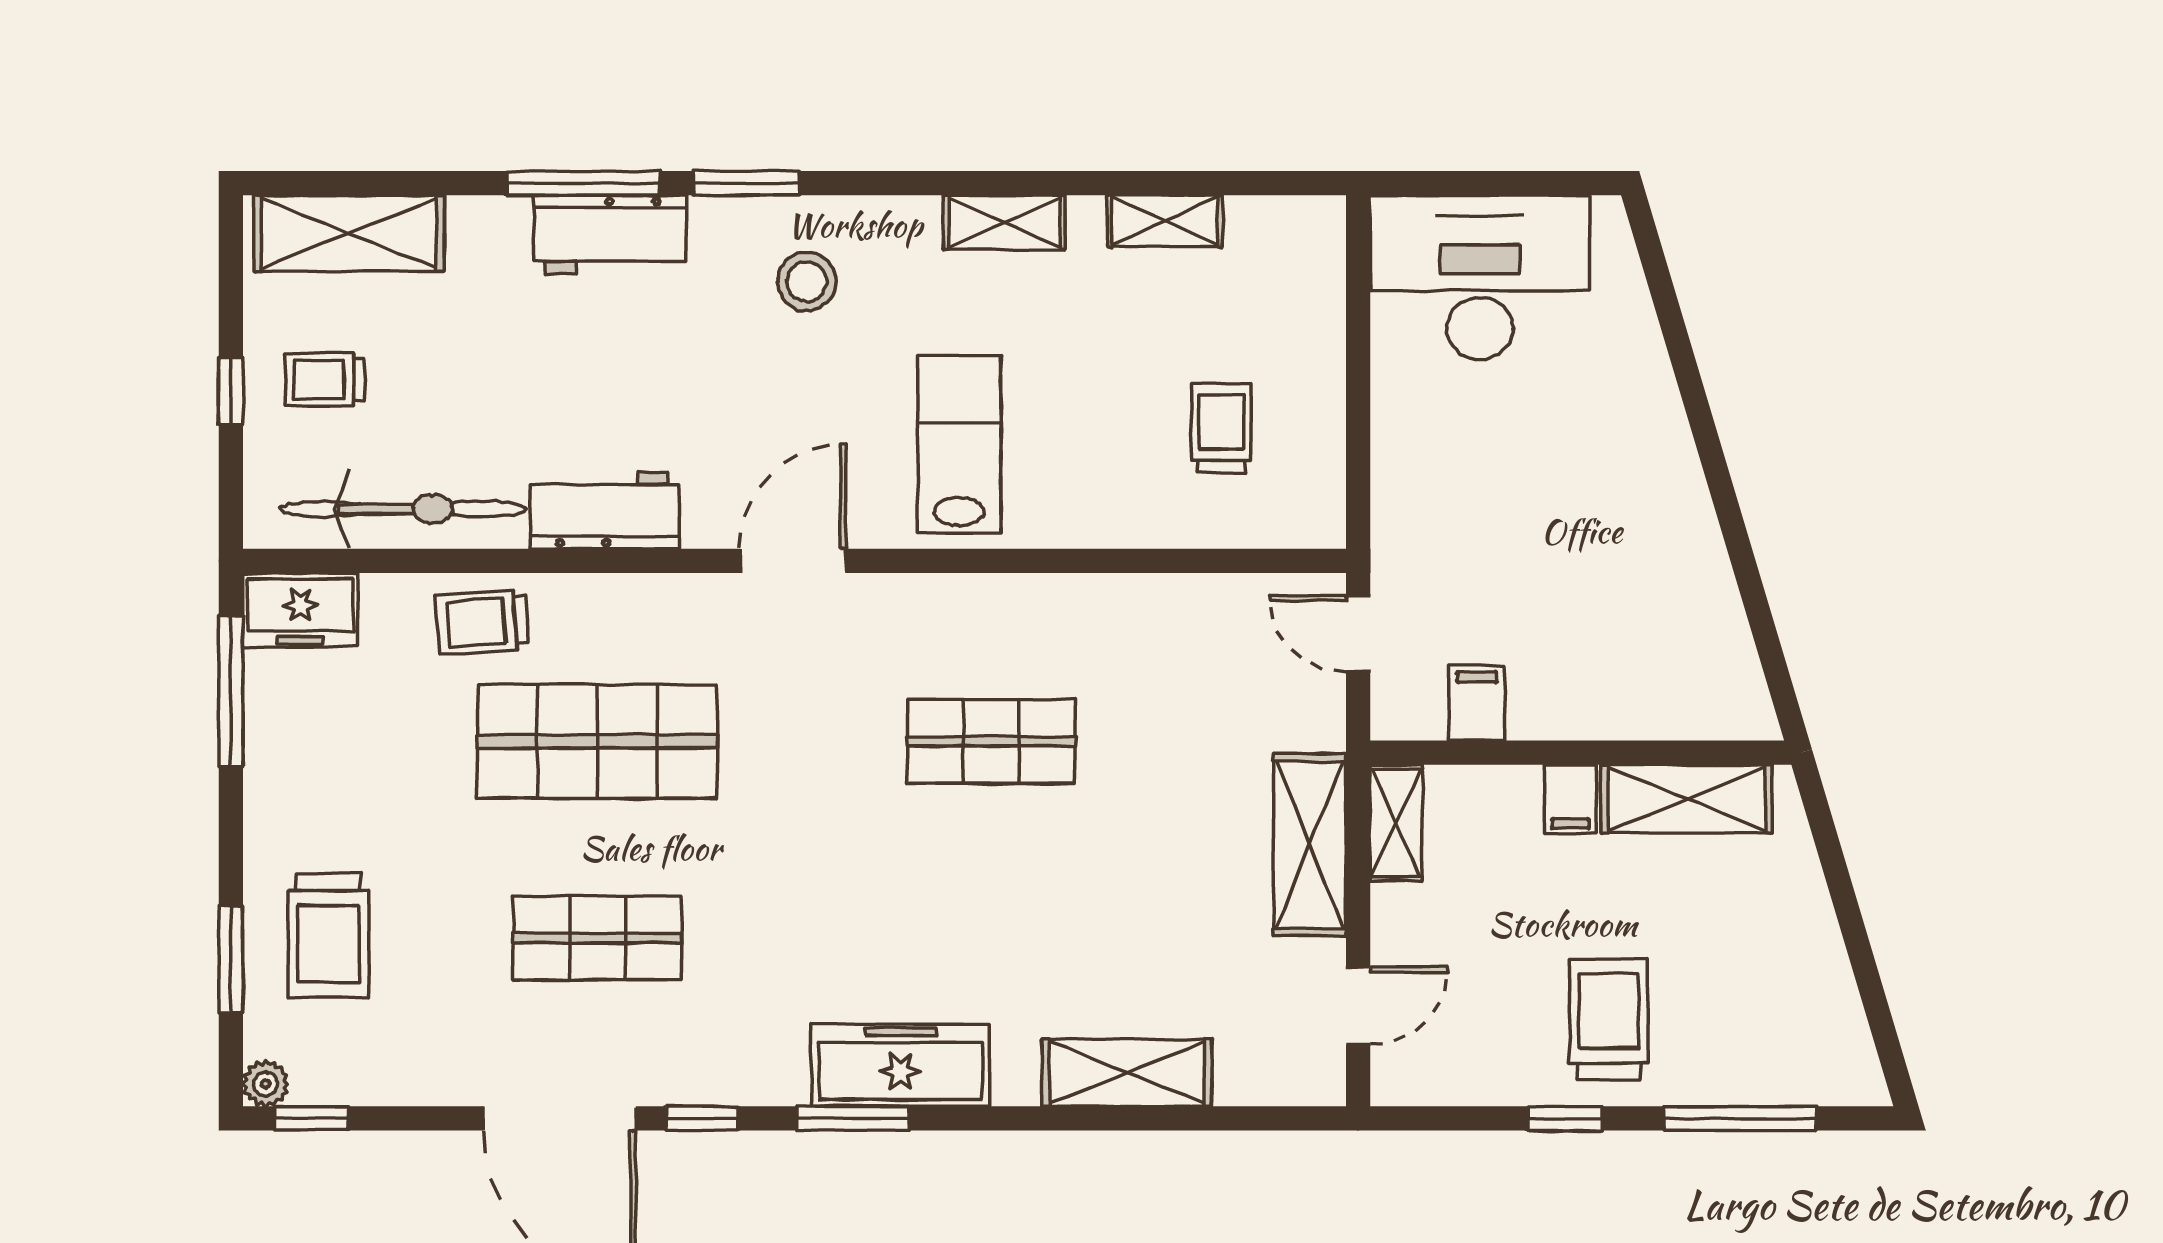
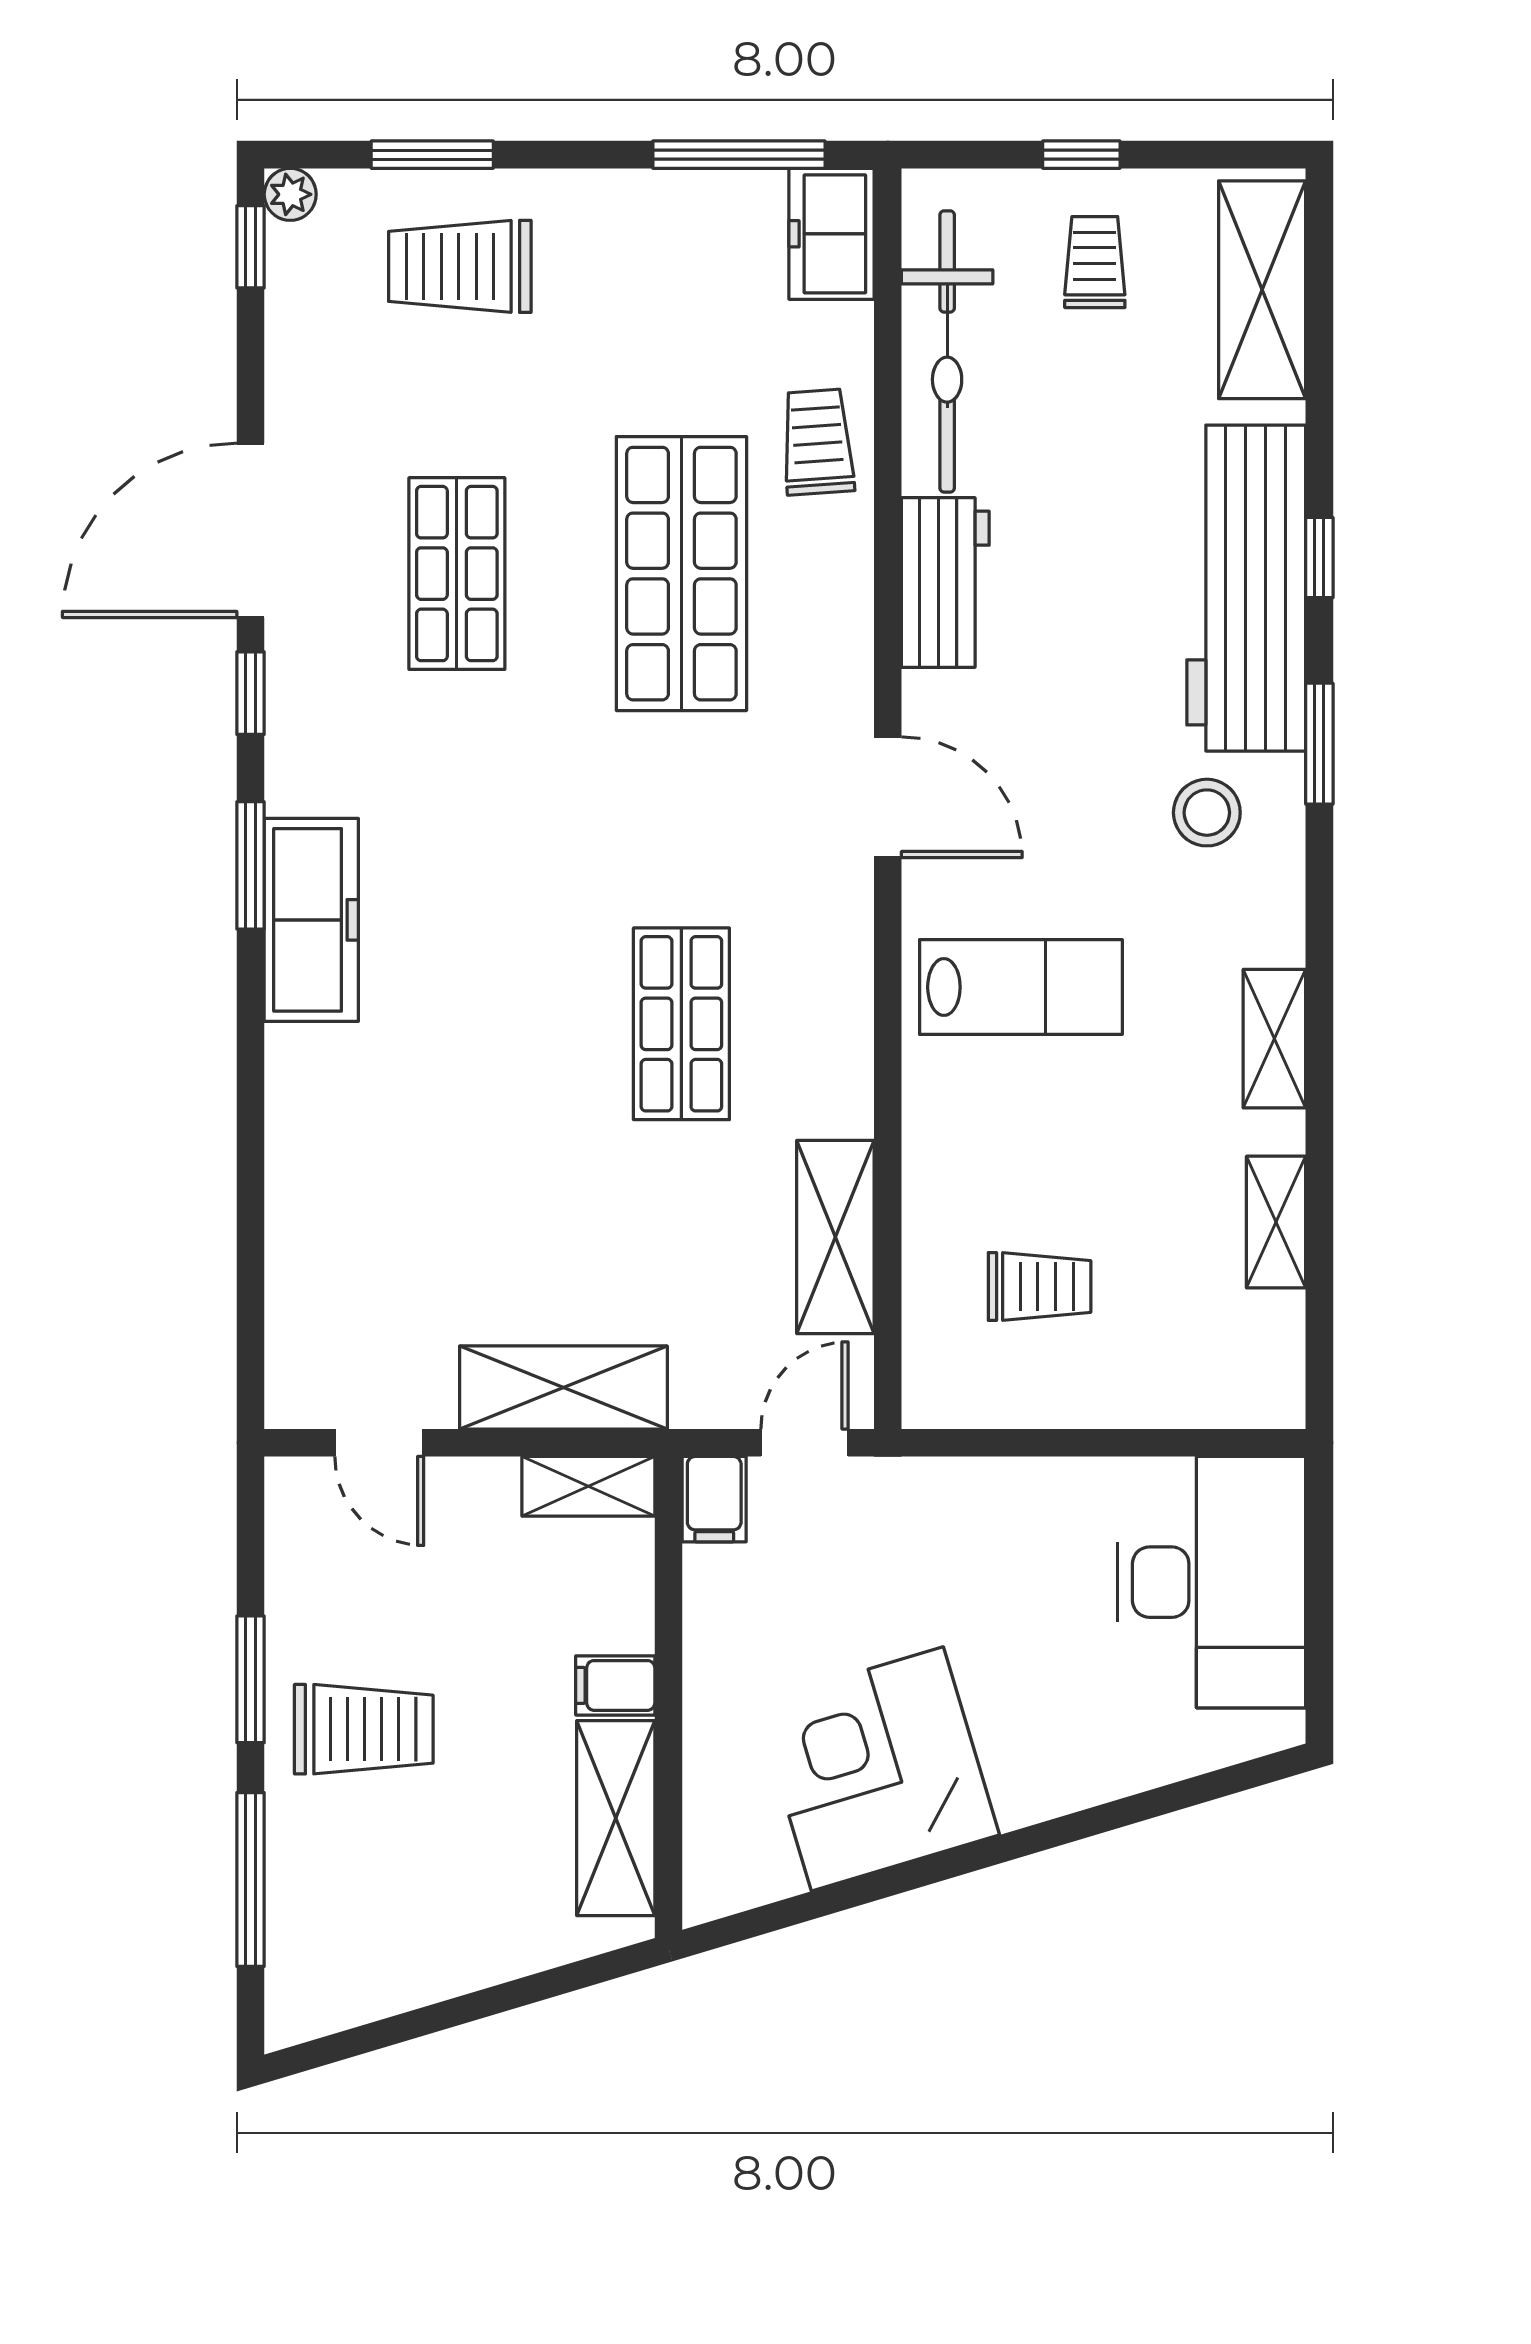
window: (583, 183) -> (1319, 558), width x0.46
workbench: (610, 234) -> (1246, 588), width x1.88, depth x1.32
corner desk: (1644, 570) -> (877, 1769), added
filing cabinet: (1477, 703) -> (714, 1499), moved, turned 90
shelving: (1127, 1073) -> (835, 1237), moved
window: (1565, 1118) -> (251, 1679), width x1.50

